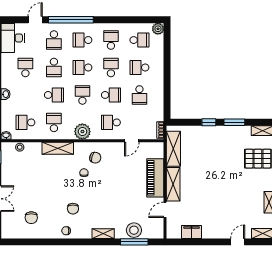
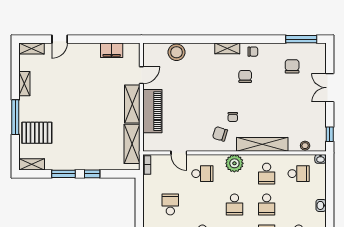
school desk: (54, 95) -> (267, 204), turned -90
school desk: (111, 95) -> (202, 204), removed
door: (132, 141) -> (179, 153), swing flipped
shelving: (58, 148) -> (262, 144), width x1.47
shelving: (103, 234) -> (227, 48), moved
window: (134, 242) -> (301, 39), moved

